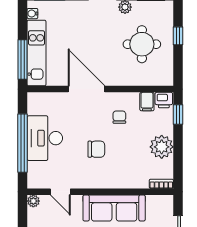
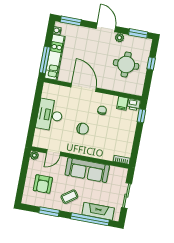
window: (23, 143) -> (34, 115), removed
plant: (162, 147) -> (126, 135), removed
door: (60, 192) -> (53, 153), hinge flipped

